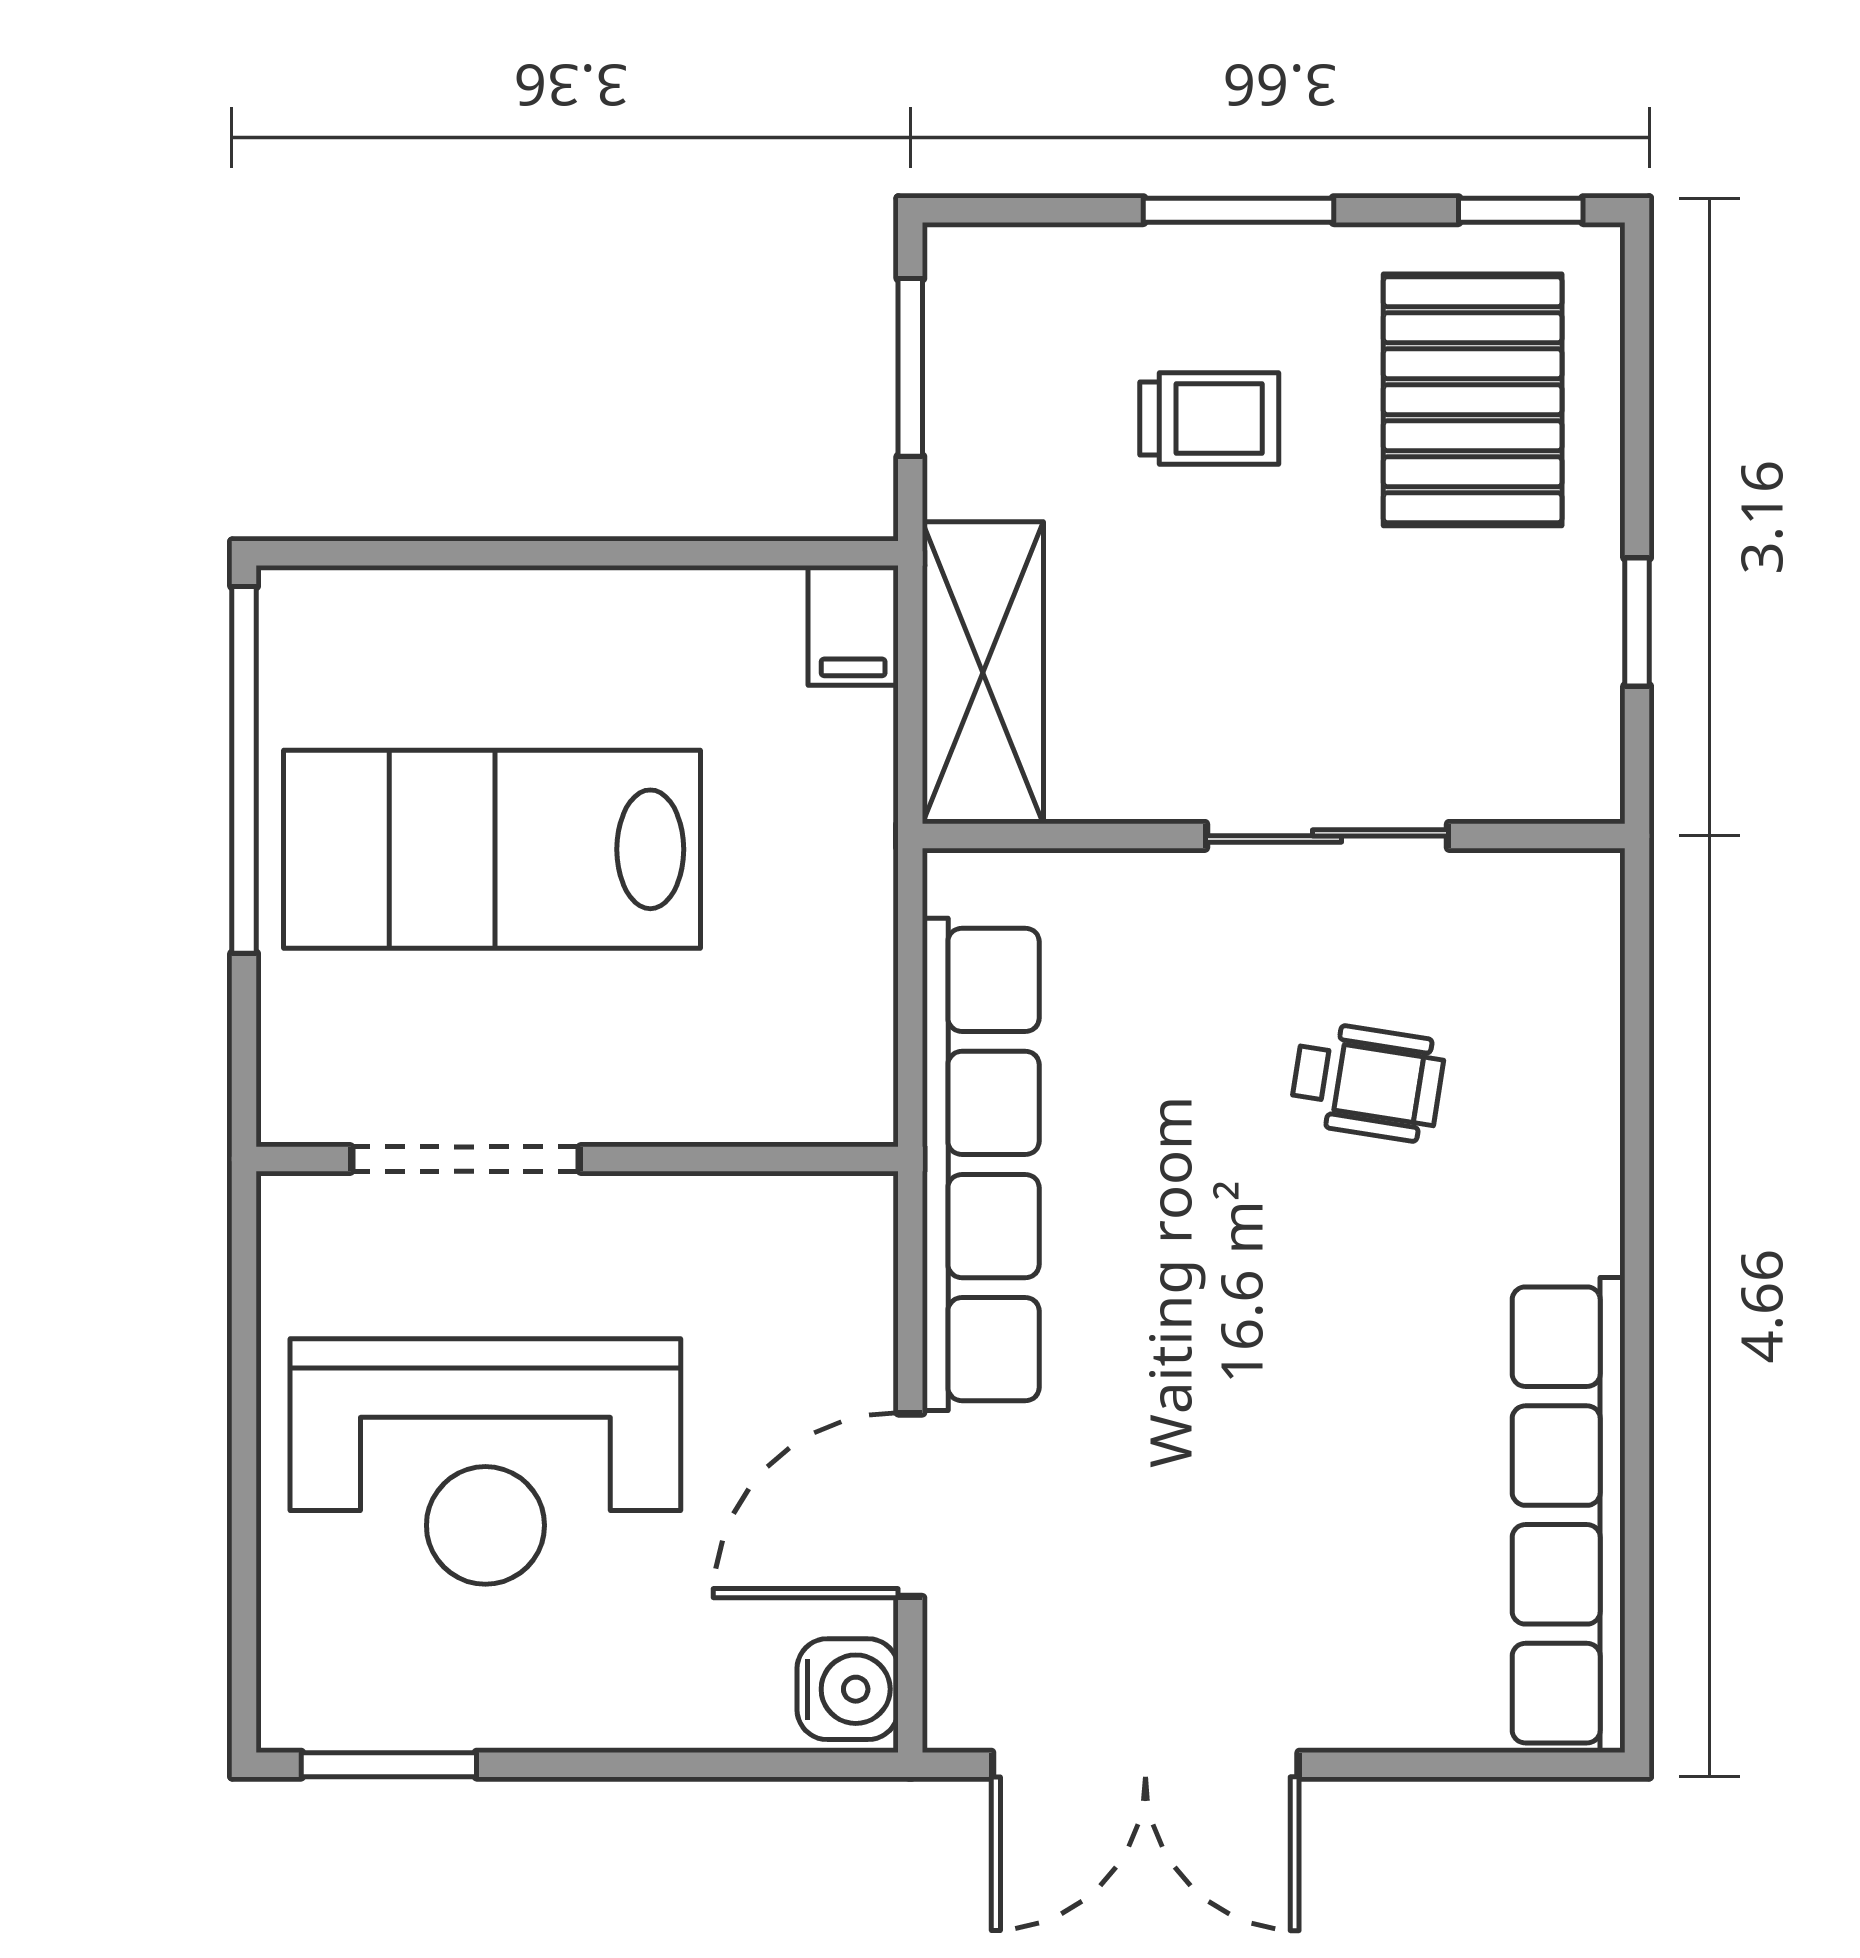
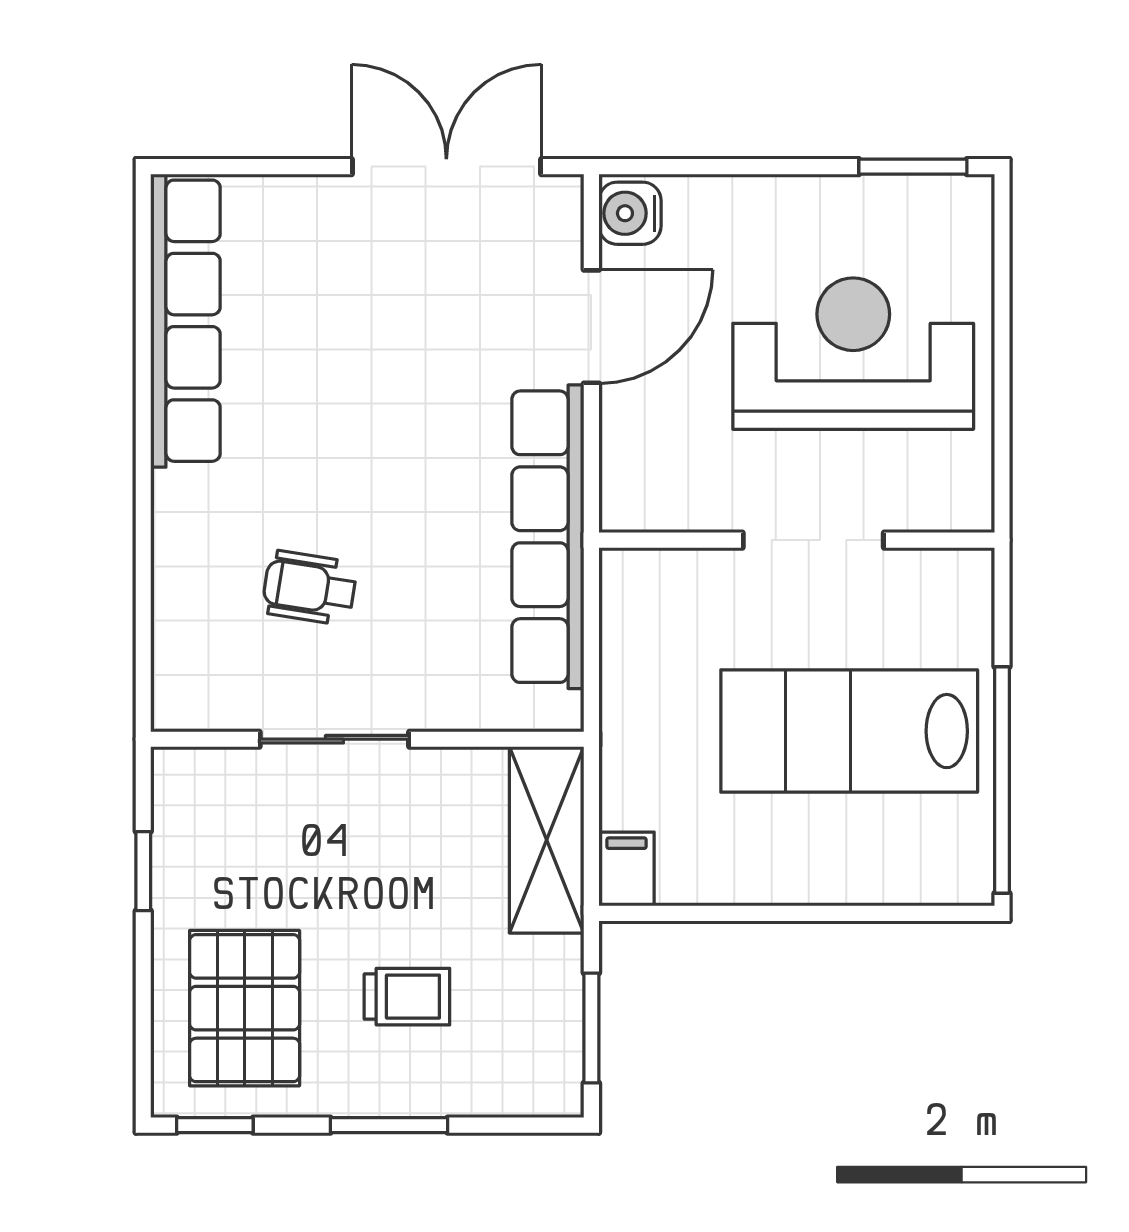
trolley: (1209, 418) -> (407, 997), turned 180
lab bench: (492, 849) -> (849, 731), turned 180
doorway: (466, 1159) -> (813, 540), moved

